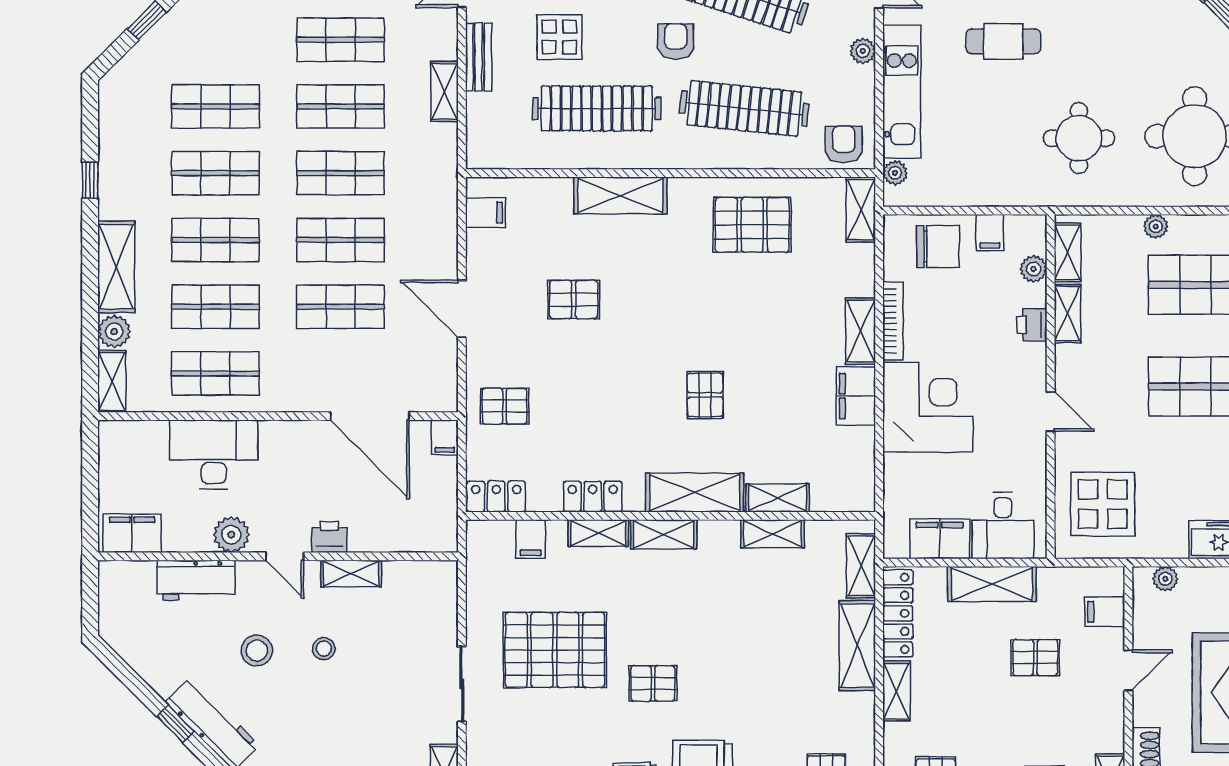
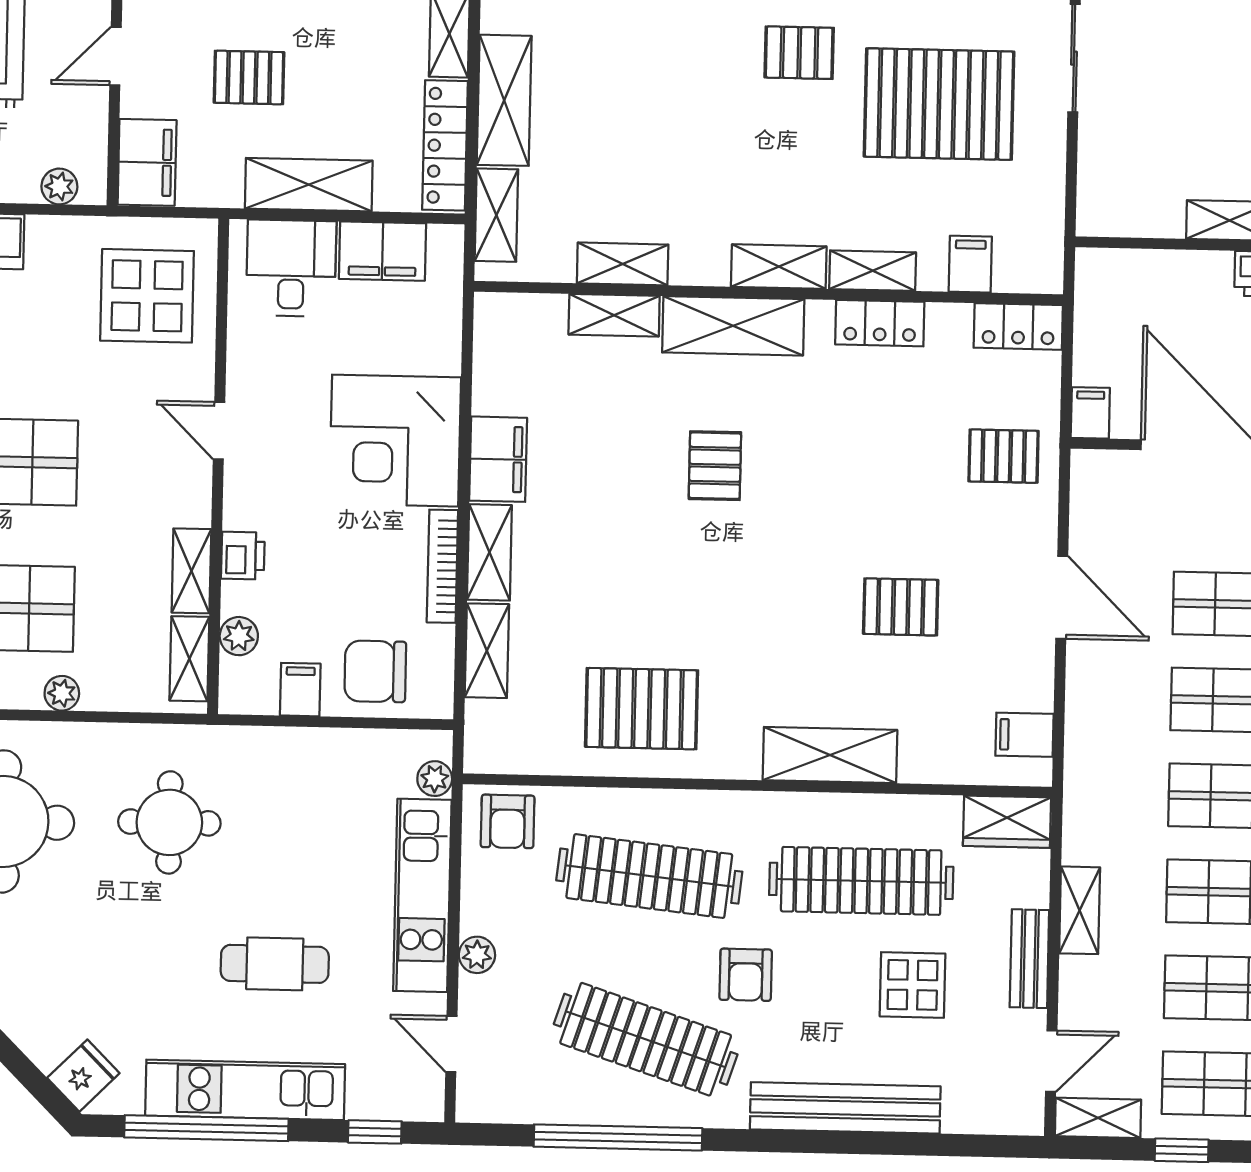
wardrobe: (496, 152) -> (1007, 822), added
shelving: (861, 210) -> (487, 651), moved
filing cabinet: (1105, 612) -> (147, 162), width x2.00

